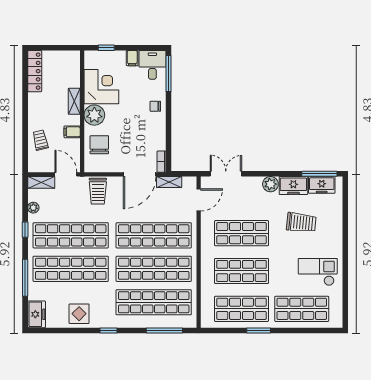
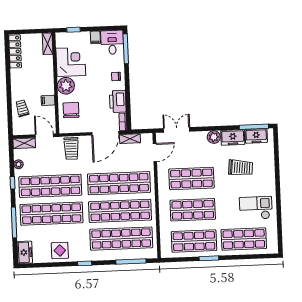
shelving: (74, 101) -> (48, 44), moved
printer: (156, 136) -> (118, 101), added

